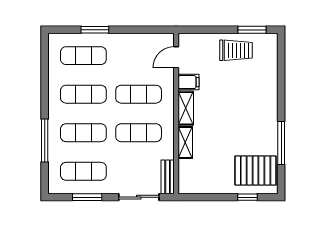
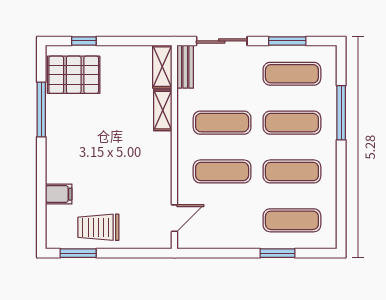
filing cabinet: (188, 82) -> (59, 194), moved, turned 180
shelving: (186, 108) -> (162, 67), moved

